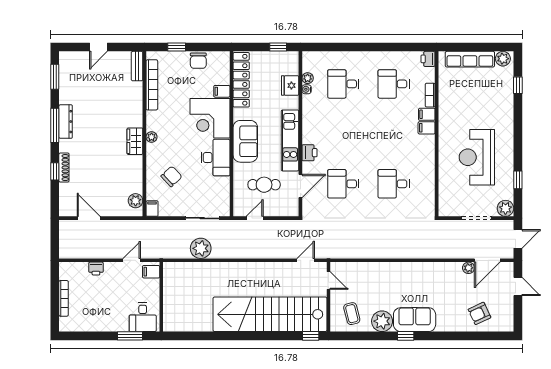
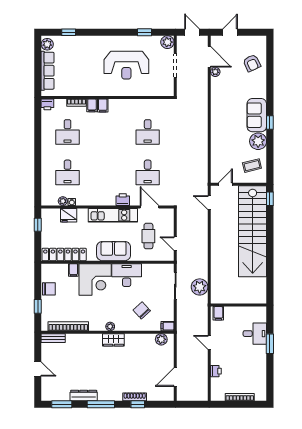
dresser: (66, 122) -> (84, 395), moved
filing cabinet: (151, 272) -> (218, 313), moved
wall: (161, 297) -> (239, 305), moved

